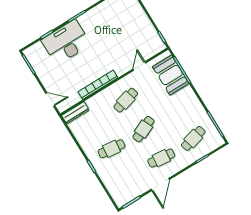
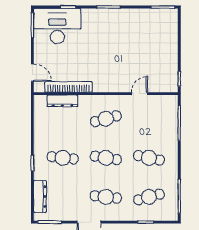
desk: (66, 42) -> (57, 26), moved
booth: (171, 75) -> (165, 121), removed
bookcase: (98, 85) -> (69, 87), moved
cafe table: (175, 109) -> (149, 158), added
dresser: (75, 113) -> (62, 101), moved
cafe table: (144, 129) -> (106, 158), turned 33
dresser: (112, 188) -> (40, 197), added

